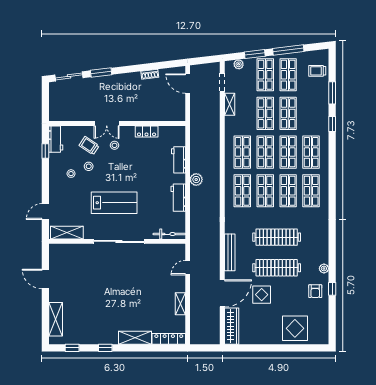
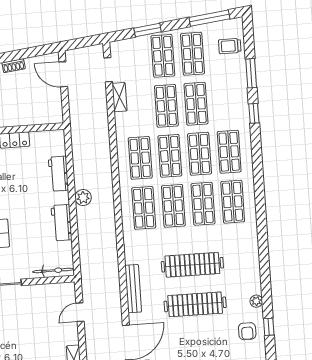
window: (288, 50) -> (209, 18), moved
plant: (239, 64) -> (127, 45), removed
display table: (262, 295) -> (178, 340), removed

